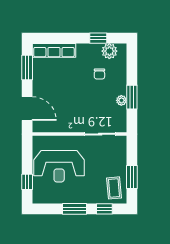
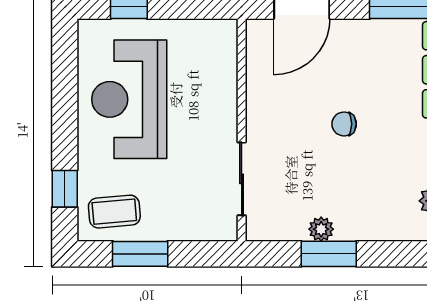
chair: (99, 74) -> (344, 124), moved
reception desk: (59, 166) -> (129, 99), moved
window: (75, 209) -> (65, 118), removed

